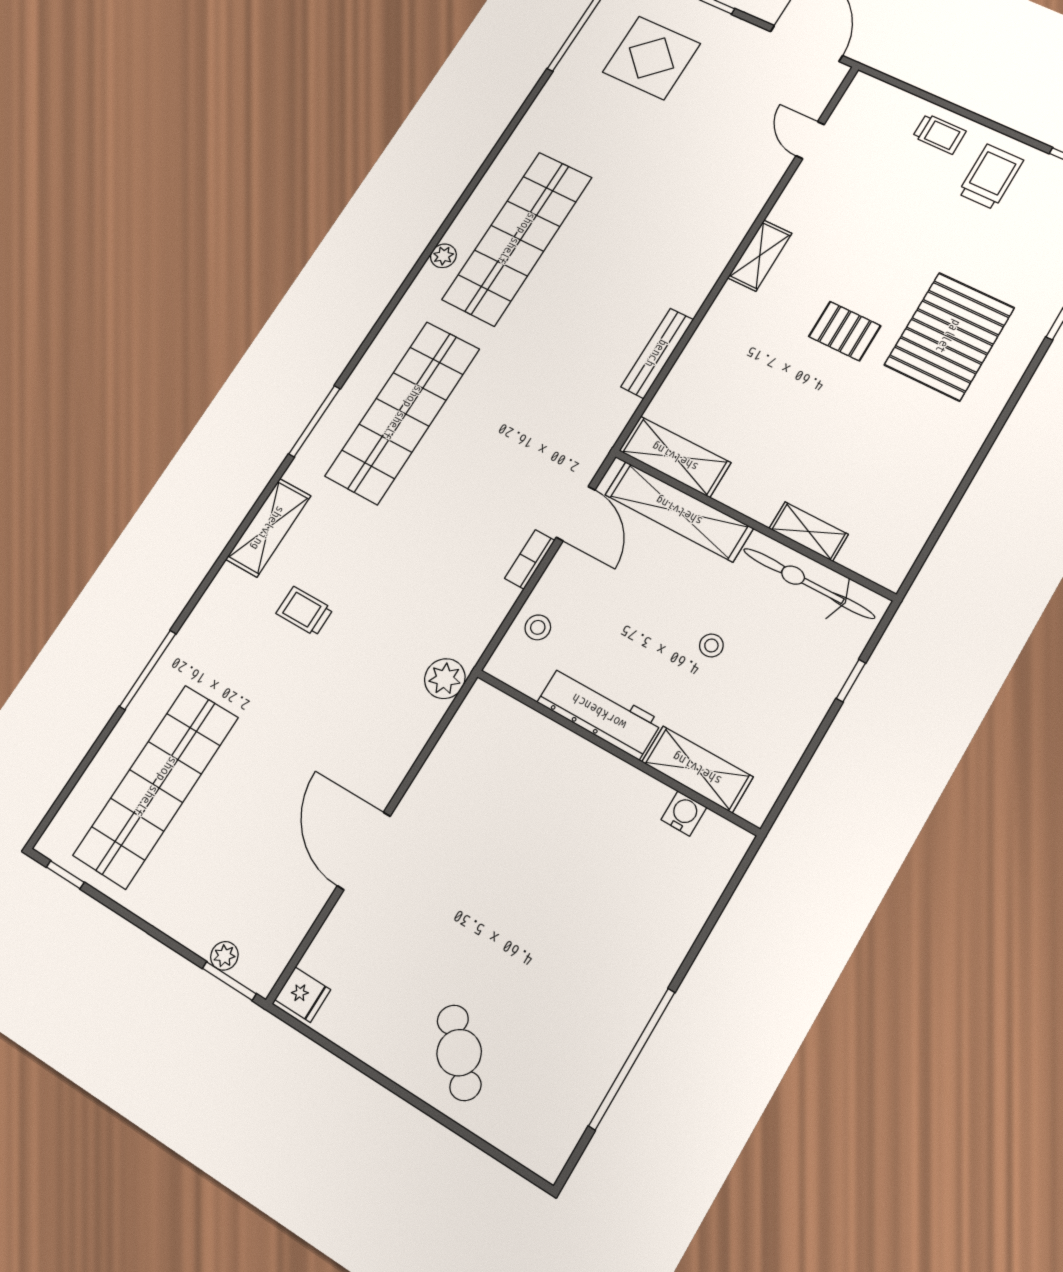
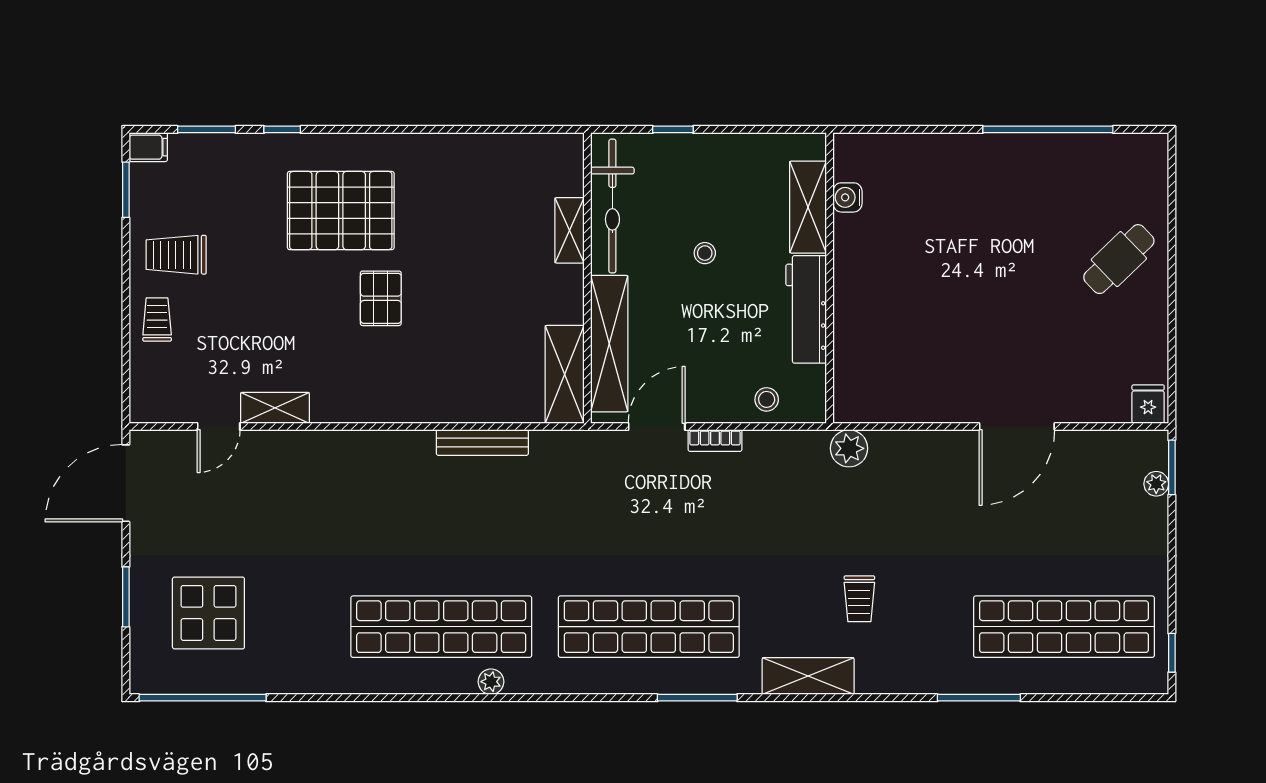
shelving: (760, 256) -> (275, 408), moved

